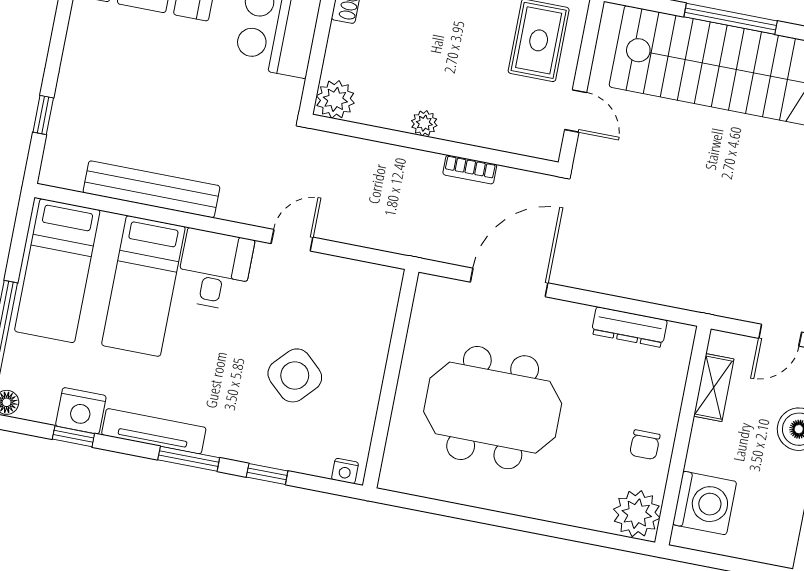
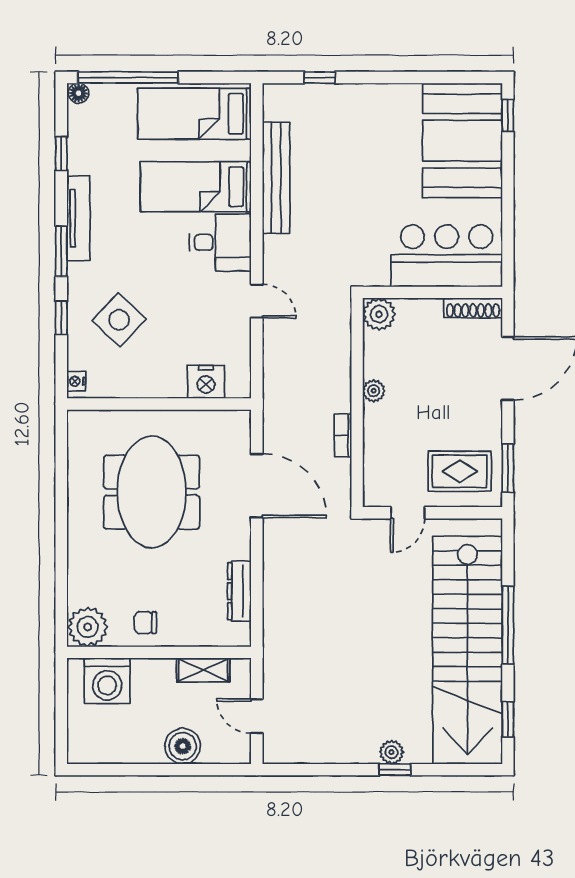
side table: (295, 375) -> (119, 320), moved
nightstand: (81, 411) -> (206, 382), moved, turned -90

